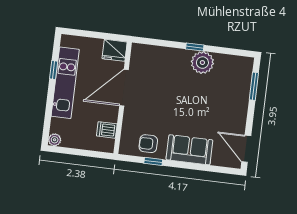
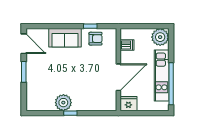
window: (54, 70) -> (171, 84), width x3.17
window: (254, 86) -> (24, 72), moved
plant: (55, 140) -> (160, 37), width x1.88, depth x1.88

